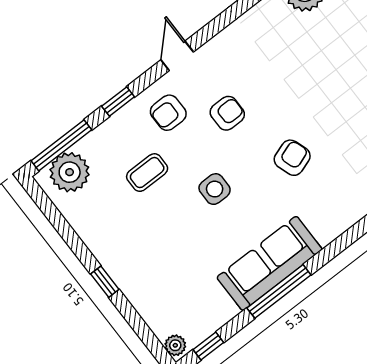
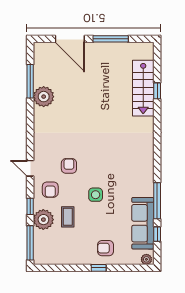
armchair: (292, 158) -> (105, 248), moved, turned -71
plant: (70, 172) -> (43, 220), moved
sofa: (270, 263) -> (143, 223), moved
window: (208, 346) -> (157, 234), moved

